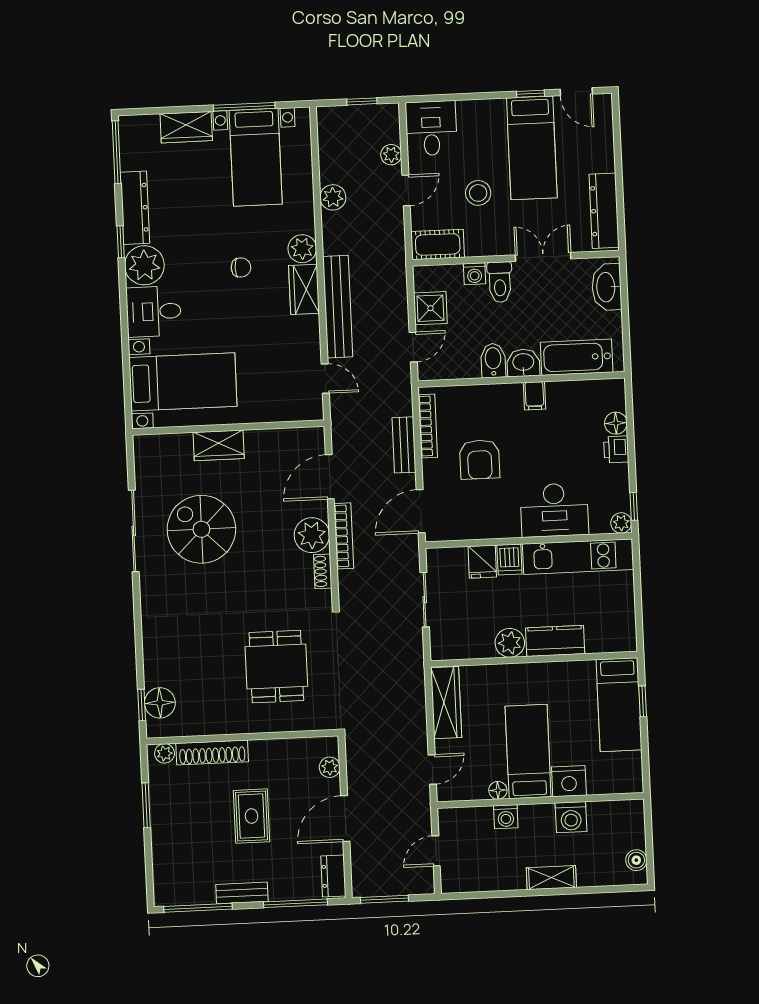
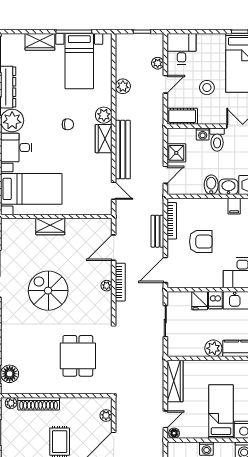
armchair: (480, 459) -> (201, 242), turned -90
spiral stairs: (201, 529) -> (48, 291), moved
plant: (312, 535) -> (107, 286), width x0.53, depth x0.53
shoe rack: (323, 571) -> (107, 302), removed
floor lamp: (498, 790) -> (174, 433), moved

